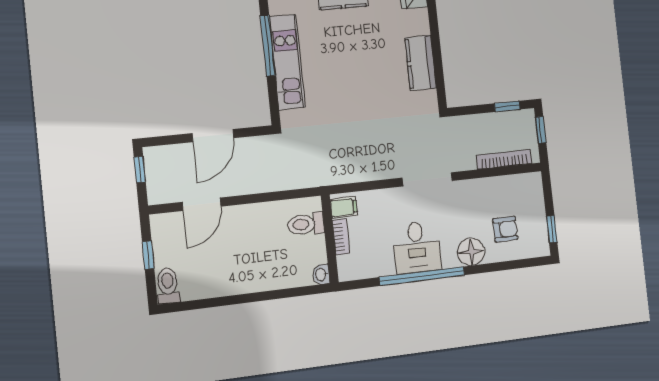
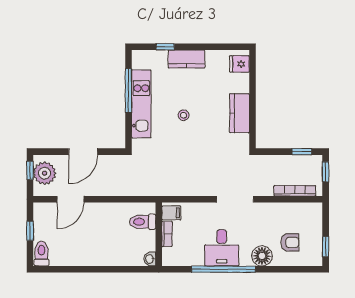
stool: (346, 72) -> (183, 115), added
plant: (161, 171) -> (45, 173), added

